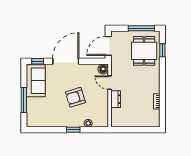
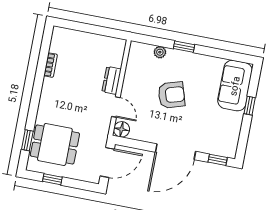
window: (141, 28) -> (52, 179), width x0.46
dining table: (144, 51) -> (55, 144), turned 90
sofa: (36, 81) -> (235, 86), moved
window: (24, 100) -> (250, 106), width x0.46

